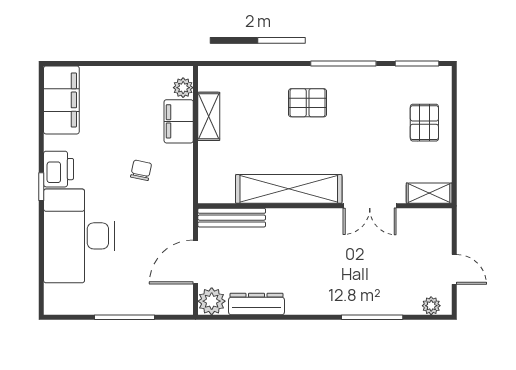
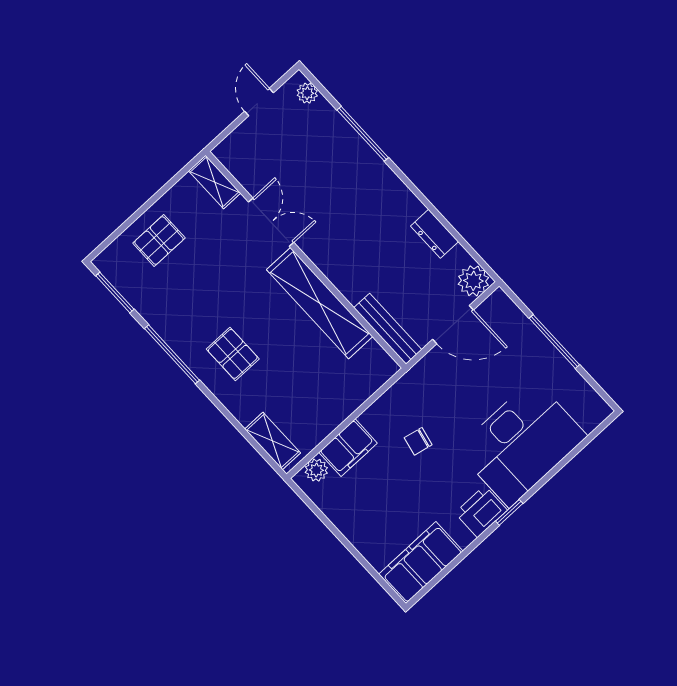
shelving: (209, 116) -> (273, 441), moved, turned 90
dresser: (257, 304) -> (435, 234), width x0.70

